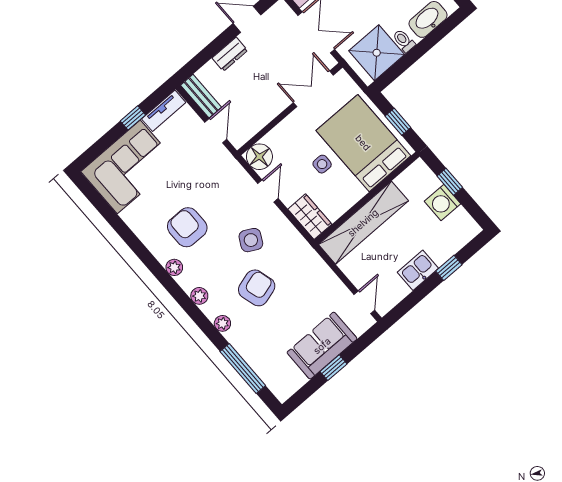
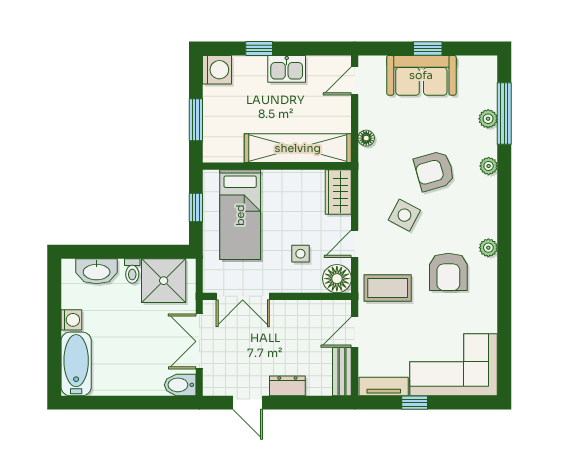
bed: (363, 143) -> (240, 215), width x0.67
side table: (322, 164) -> (300, 254), moved
coffee table: (219, 180) -> (388, 288), added
window: (450, 182) -> (196, 120), width x1.50
washing machine: (442, 203) -> (217, 70), moved
floor lamp: (323, 270) -> (366, 138), added
plant: (199, 296) -> (488, 119), moved

